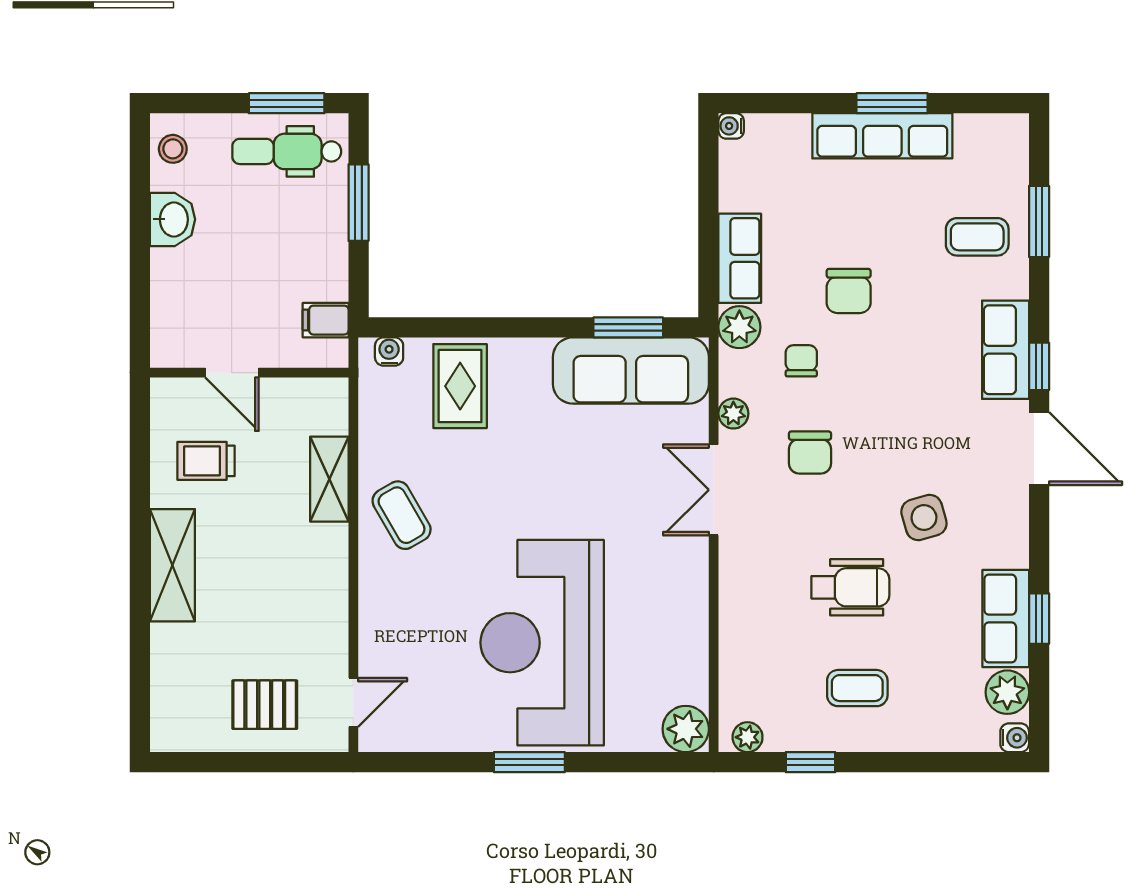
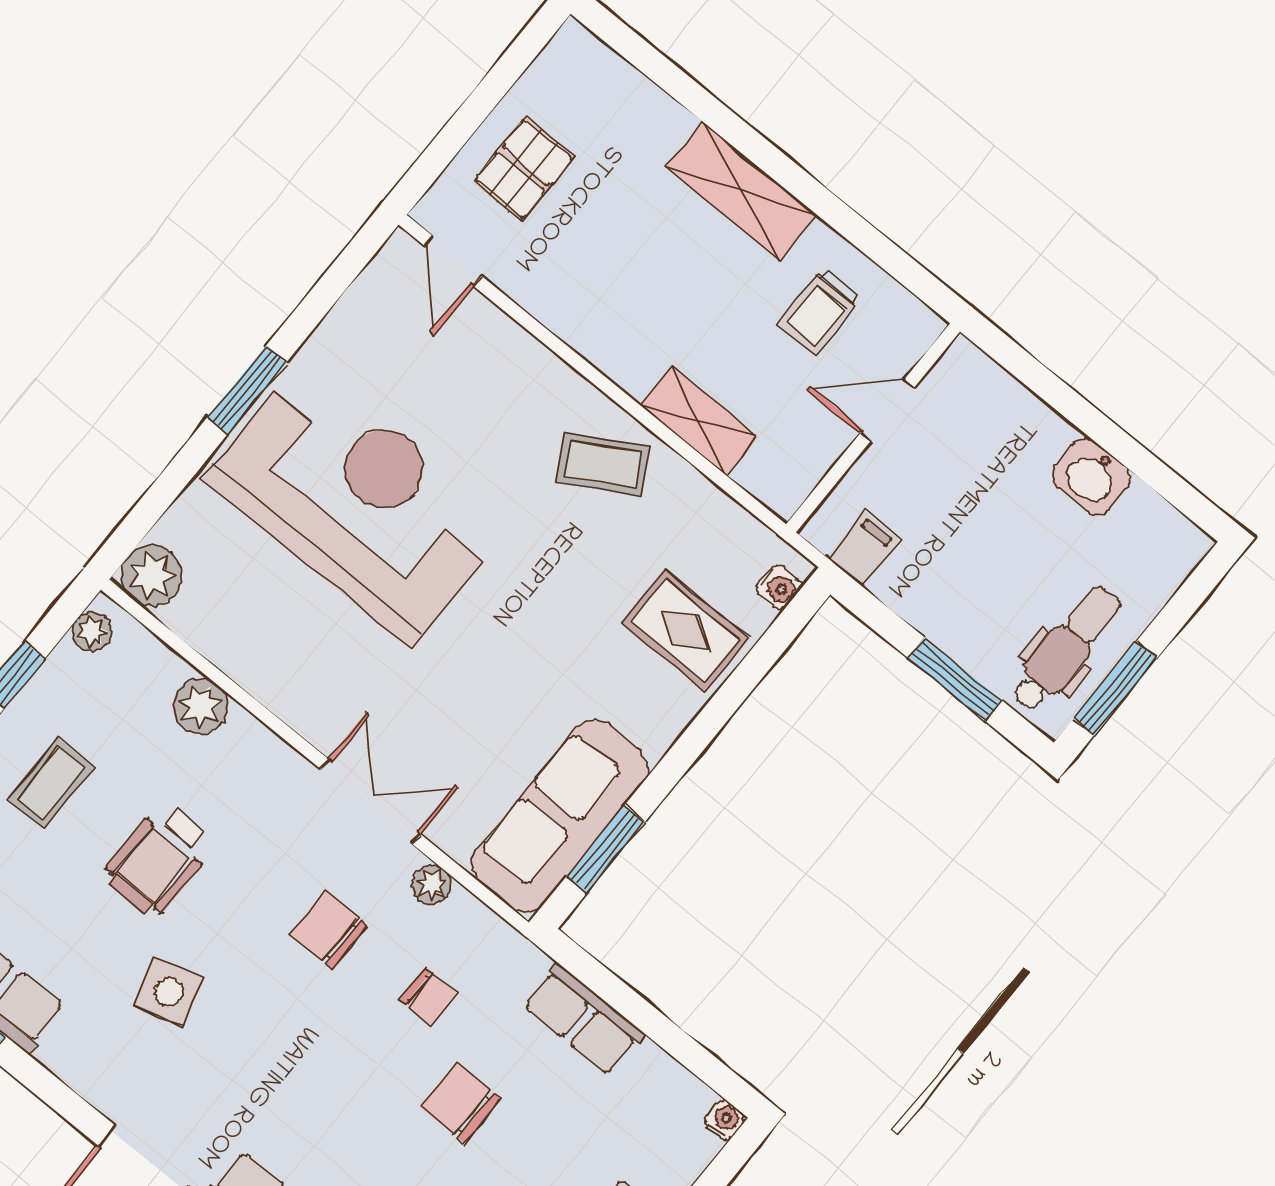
stool: (173, 149) -> (1163, 535), removed
plant: (739, 327) -> (200, 706), moved
trolley: (206, 461) -> (819, 311), turned 180

